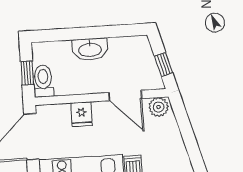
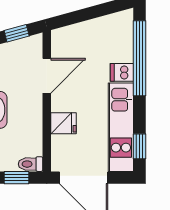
toilet: (43, 81) -> (30, 164), width x0.73, depth x0.72
plant: (159, 107) -> (61, 41), removed

